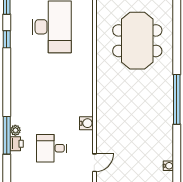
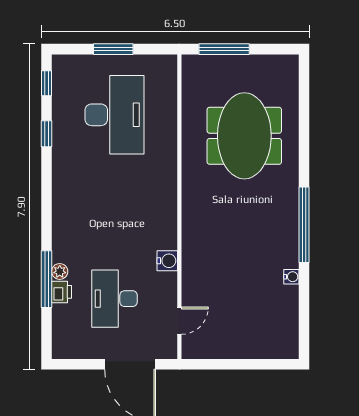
desk: (52, 148) -> (115, 299), width x1.37
water cooler: (168, 166) -> (291, 277), moved

